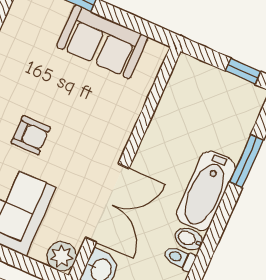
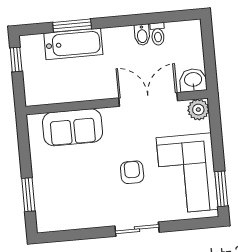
sofa: (102, 42) -> (72, 127), moved, turned 90
bathtub: (206, 191) -> (73, 44), moved

